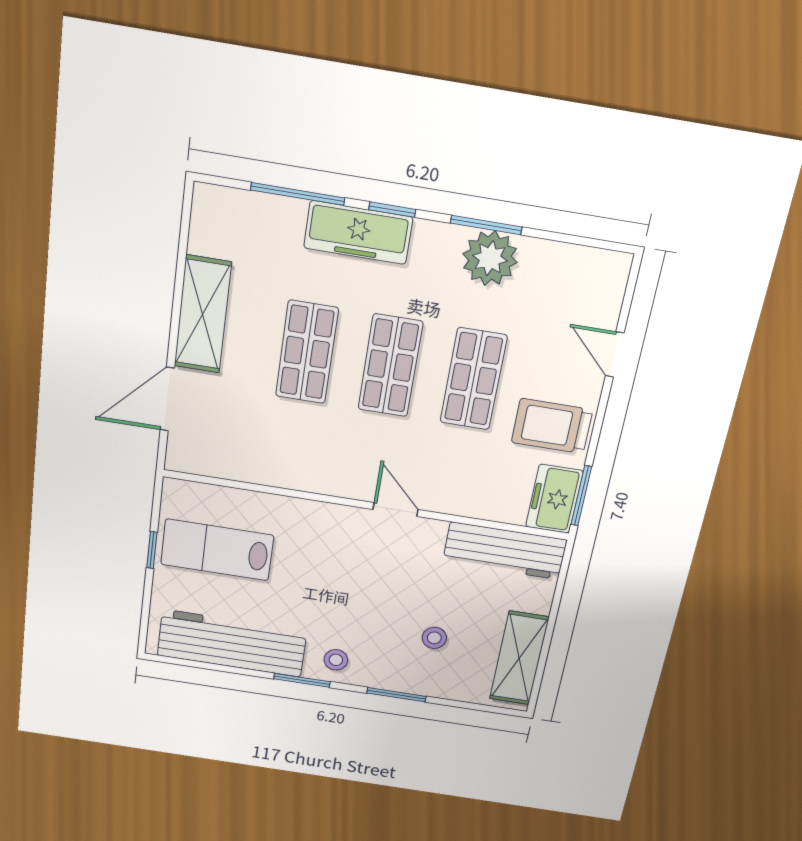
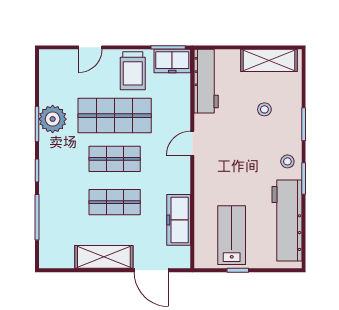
freezer: (358, 233) -> (179, 220), moved, turned 180
shop shelf: (473, 379) -> (115, 116), width x1.43, depth x1.36
lab bench: (217, 550) -> (232, 235), turned 180

